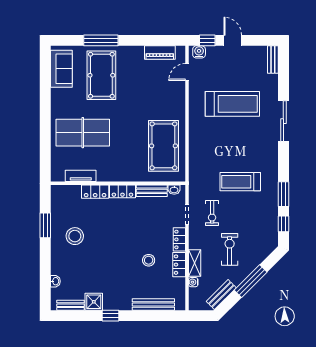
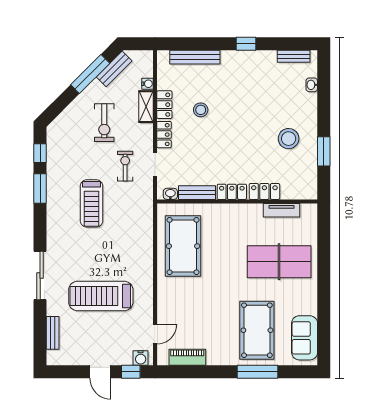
bench: (273, 60) -> (53, 333), moved
treadmill: (240, 182) -> (91, 203), turned 90
window: (251, 281) -> (90, 74), moved
shower: (94, 302) -> (266, 60), removed

